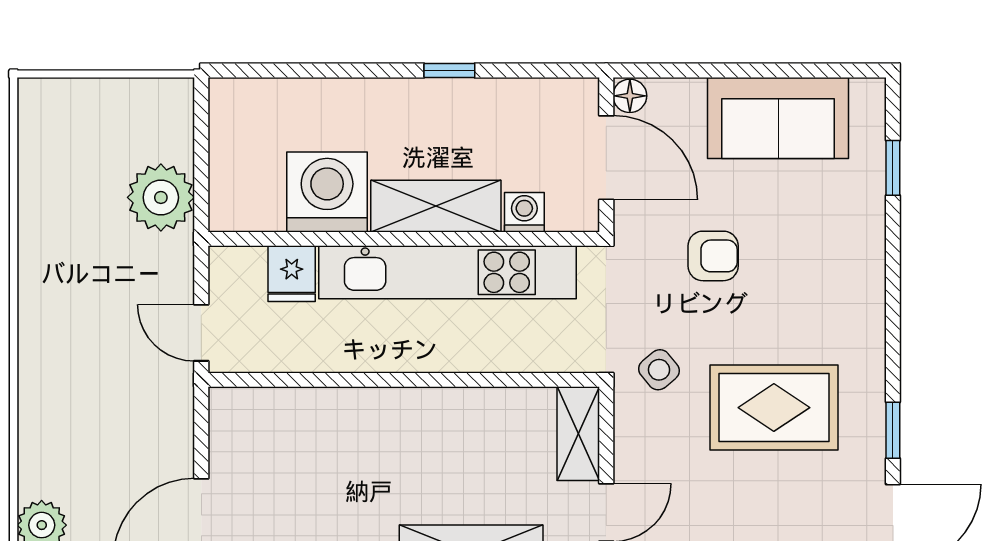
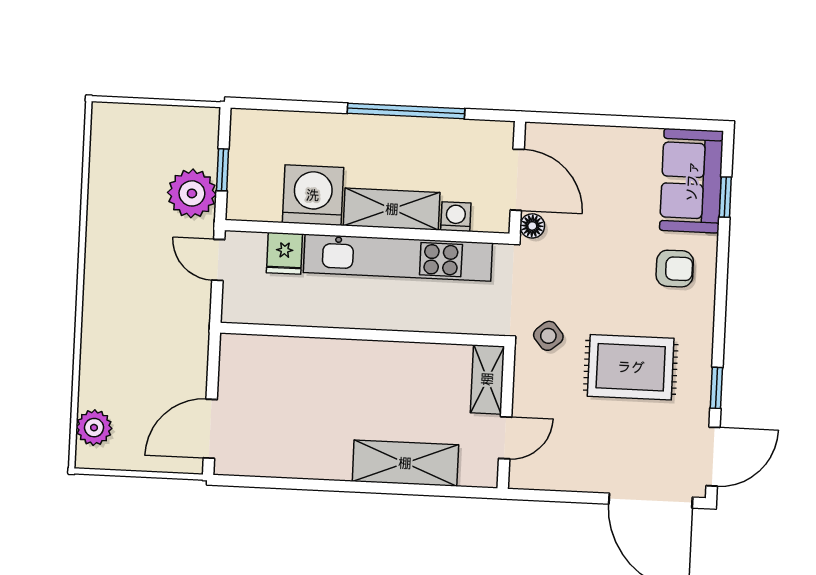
window: (449, 71) -> (406, 111), width x3.17
floor lamp: (630, 96) -> (532, 226), moved
sofa: (778, 118) -> (692, 181), moved, turned 90
window: (201, 163) -> (223, 170), added
armchair: (713, 256) -> (675, 269), moved
door: (201, 333) -> (218, 260), moved

